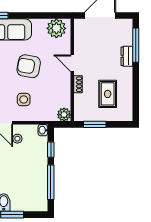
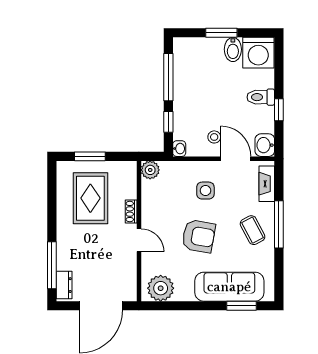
dresser: (127, 56) -> (64, 285), moved
rug: (108, 94) -> (90, 198), width x1.36, depth x1.43
window: (95, 124) -> (90, 156), moved

